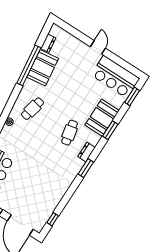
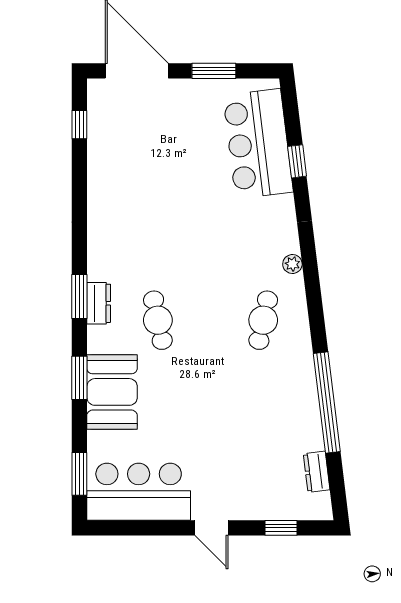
window: (73, 32) -> (281, 528), added
booth: (43, 68) -> (296, 415), removed
window: (86, 168) -> (79, 296), moved

